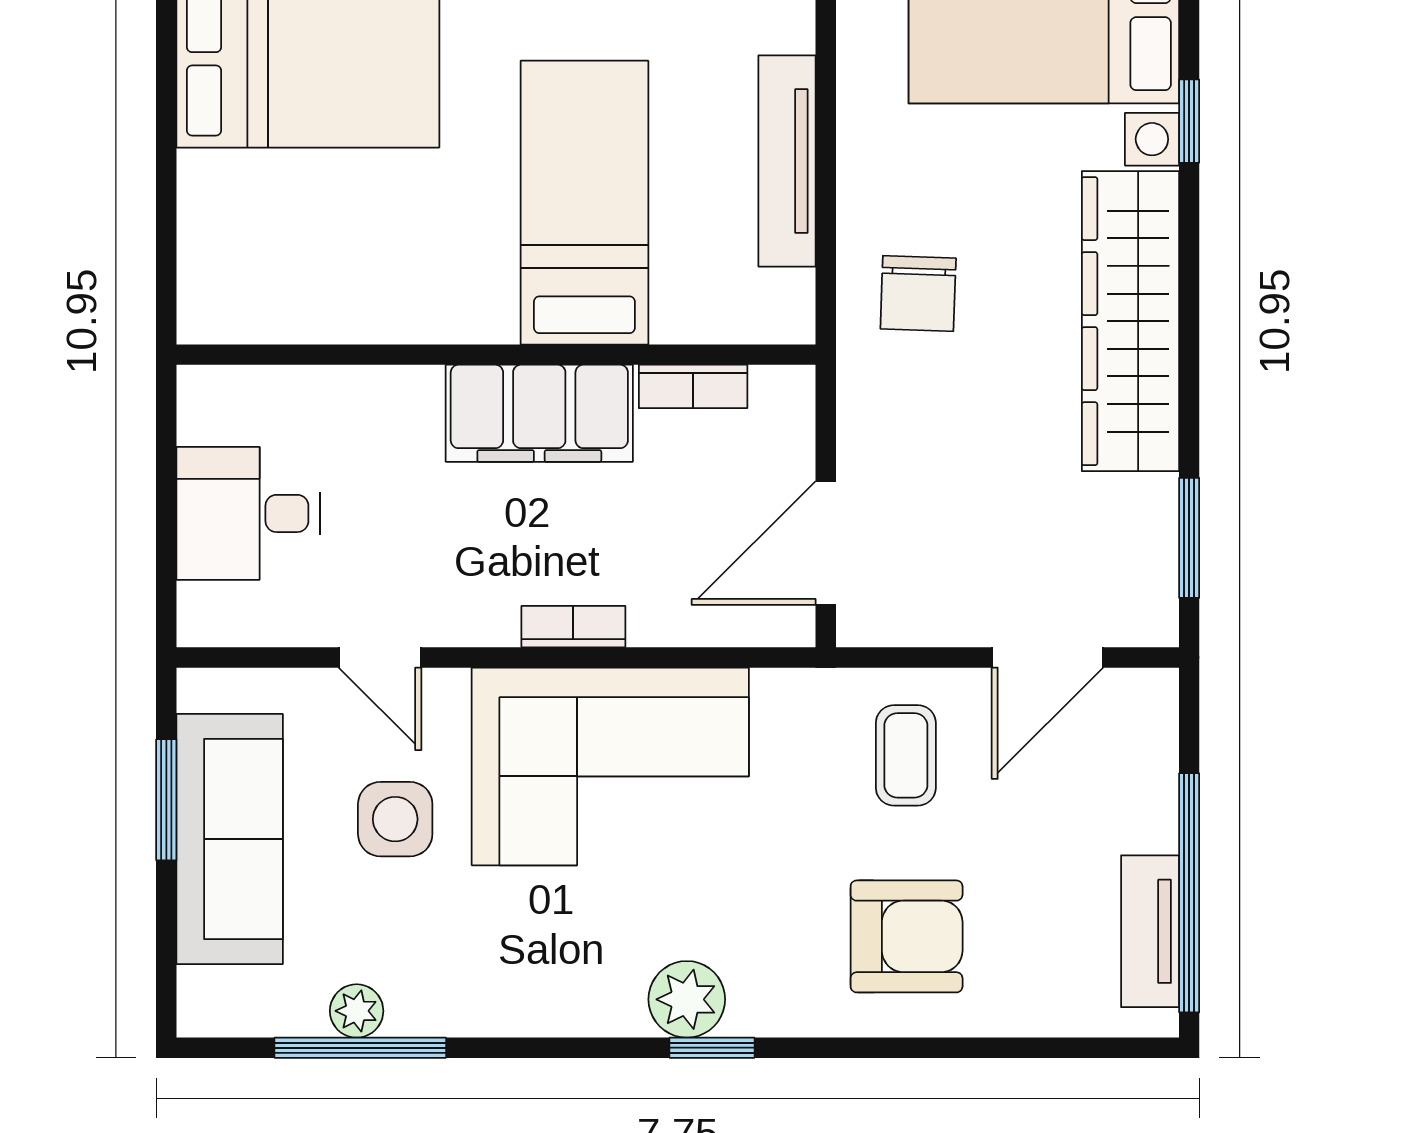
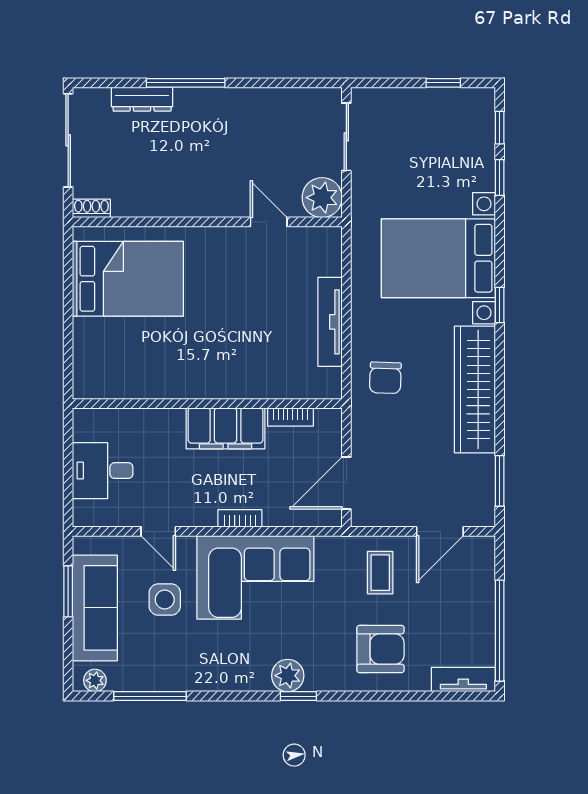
bed: (584, 203) -> (245, 339), removed
tv unit: (1150, 931) -> (463, 680), moved, turned 90
plant: (357, 1011) -> (95, 680), moved

